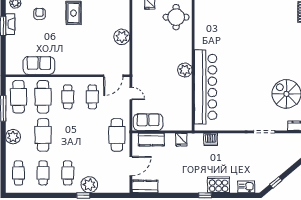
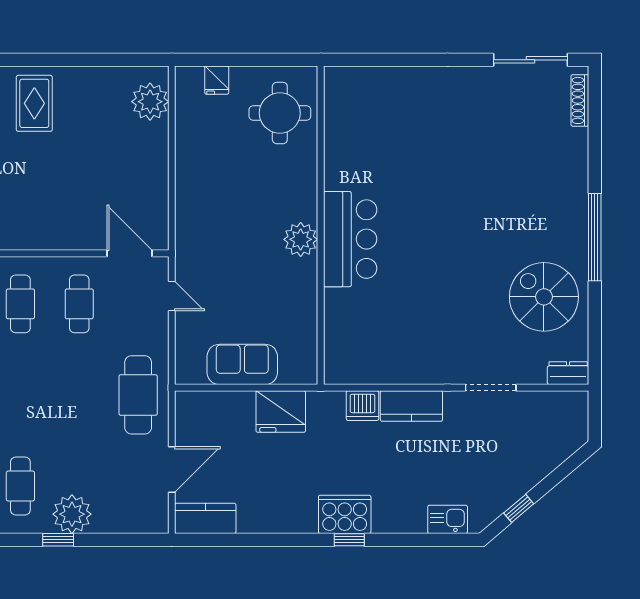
plant: (122, 37) -> (150, 102), moved
door: (113, 76) -> (129, 253), swing flipped
bar counter: (205, 87) -> (350, 239), width x0.54
sofa: (148, 122) -> (242, 364), moved
kitchen counter: (151, 140) -> (411, 406), moved
fridge: (181, 140) -> (281, 411), width x1.88, depth x1.34
cooker: (219, 185) -> (345, 514), moved

